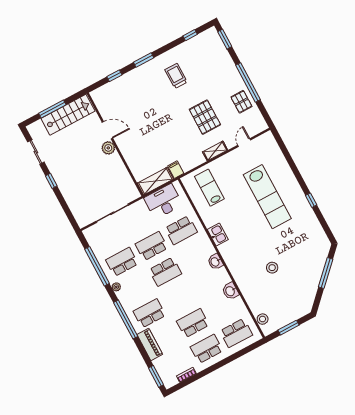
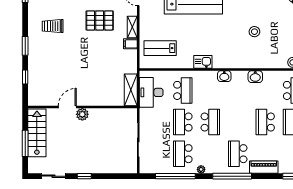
filing cabinet: (176, 170) -> (130, 44), moved

